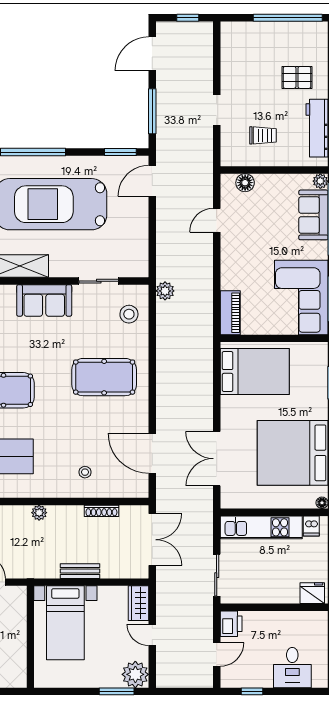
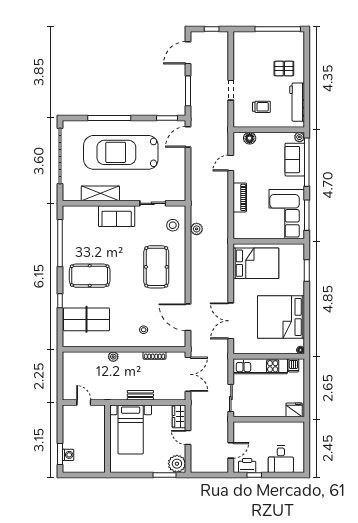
plant: (165, 291) -> (197, 229), moved
piano: (230, 313) -> (240, 197), moved
pool table: (104, 377) -> (156, 267), turned 90
printer: (231, 624) -> (247, 465), moved, turned -90

